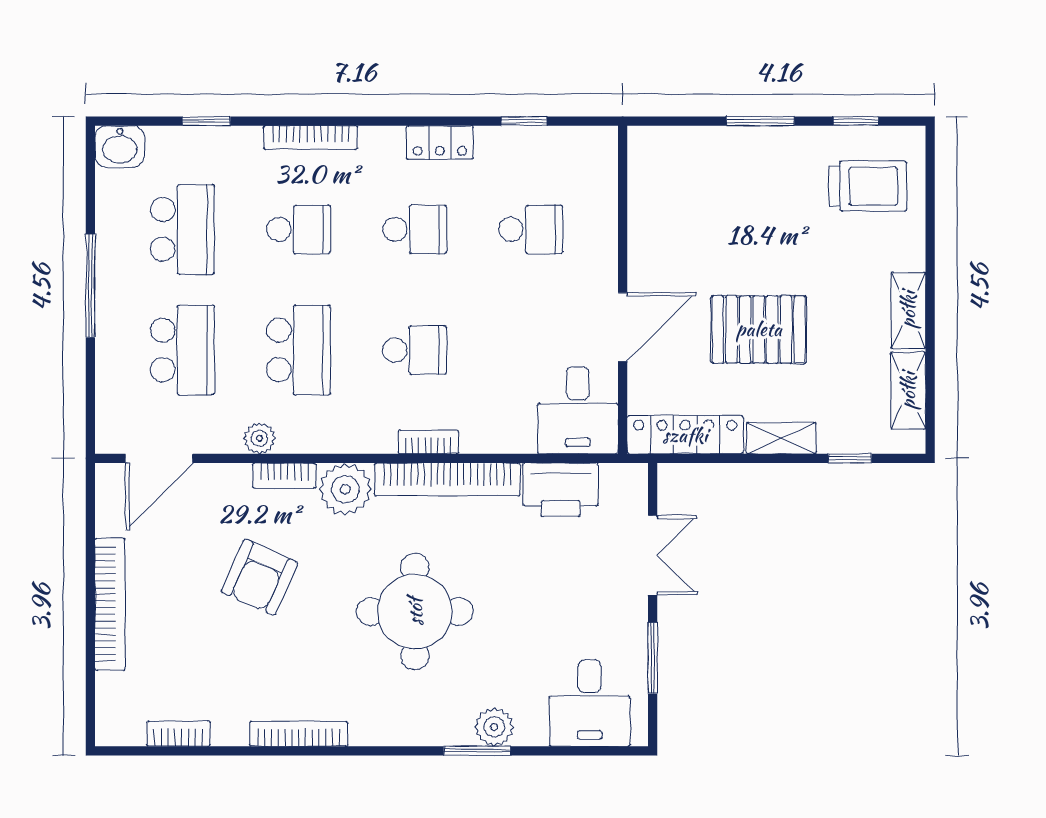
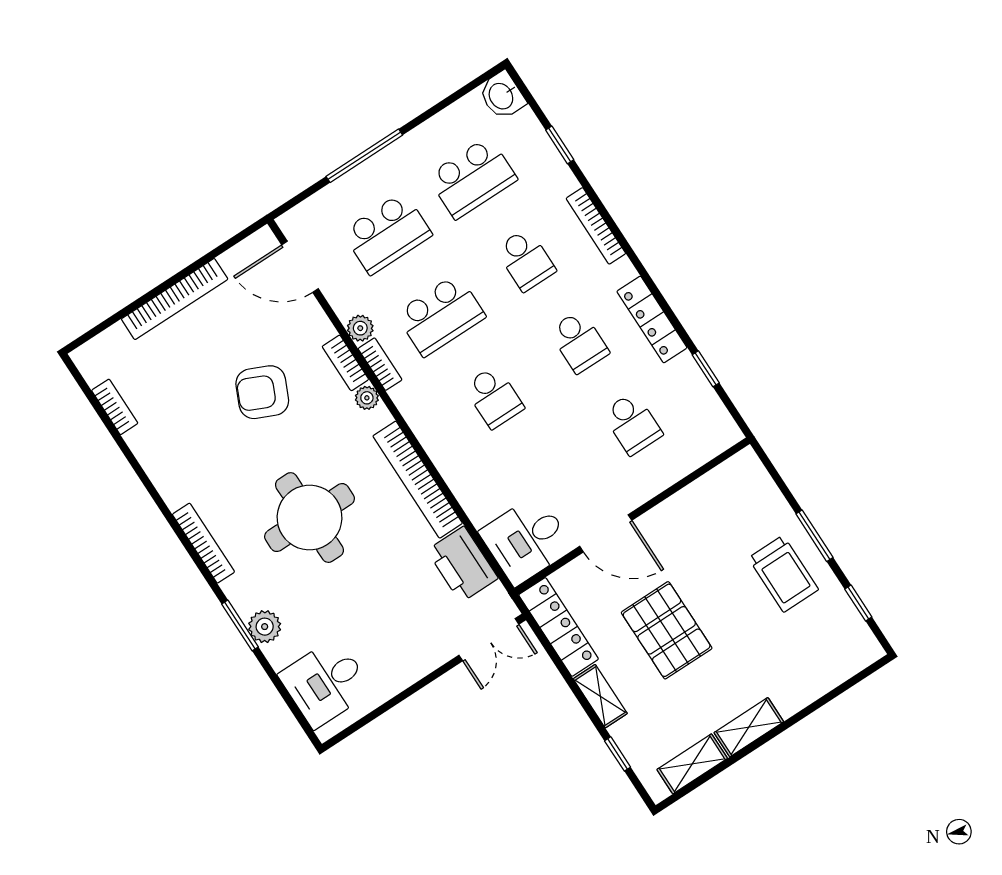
locker: (440, 142) -> (652, 319), width x1.53
trolley: (868, 186) -> (783, 574), moved
window: (90, 286) -> (364, 156), moved
bookcase: (428, 442) -> (380, 364), moved
plant: (345, 489) -> (367, 398), width x0.53, depth x0.53
double door: (653, 555) -> (489, 640), moved
window: (653, 658) -> (386, 707), removed
bookcase: (299, 734) -> (203, 543), moved

